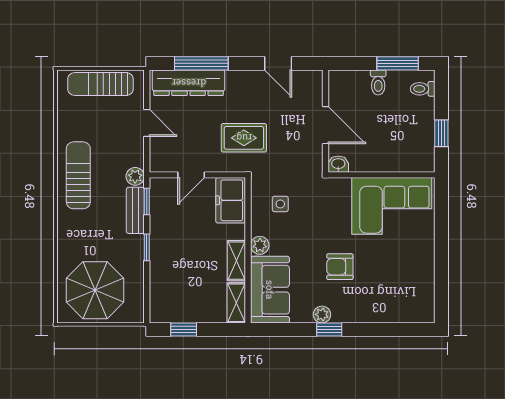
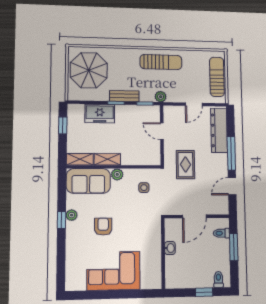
window: (201, 63) -> (231, 153), moved
window: (398, 63) -> (234, 247), moved
toilet: (378, 82) -> (221, 233), moved
window: (441, 133) -> (204, 292), moved
washbasin: (338, 164) -> (170, 248), moved
freezer: (231, 200) -> (100, 114), moved, turned 180
corner sofa: (392, 206) -> (113, 271), moved, turned 90
bench: (135, 210) -> (124, 96), moved

